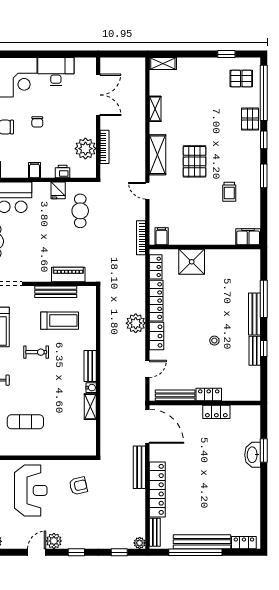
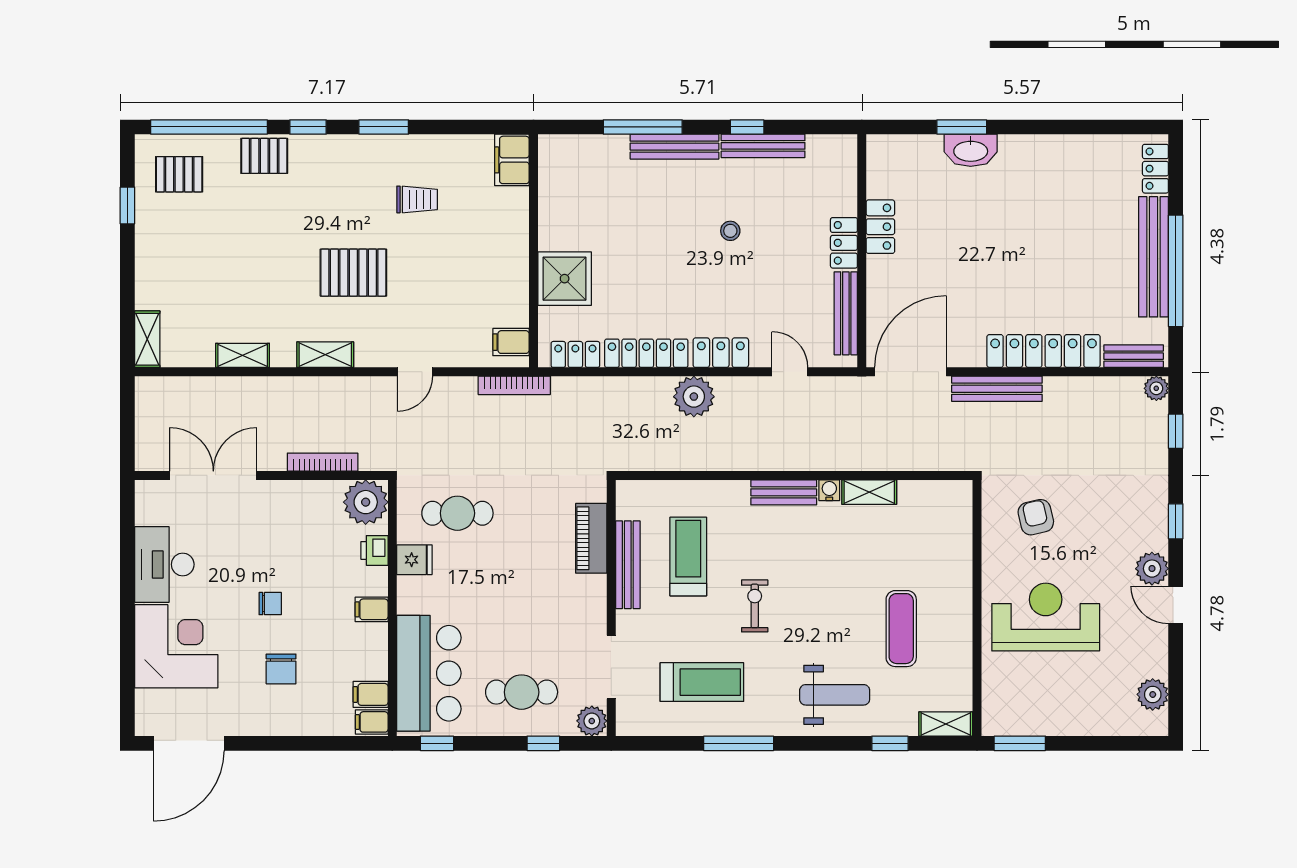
pallet: (241, 79) -> (179, 174), turned 90
plant: (85, 149) -> (366, 502), moved
shelving: (158, 155) -> (325, 355), width x0.67, depth x0.75
bench: (255, 351) -> (763, 146), width x1.36

